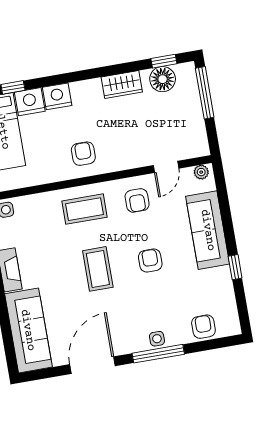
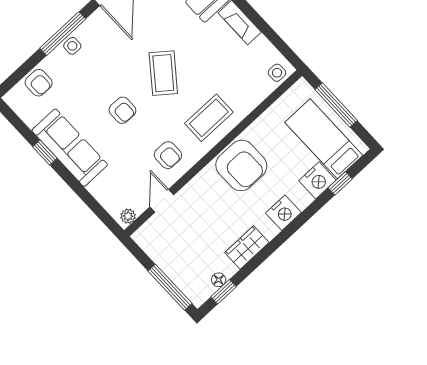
floor lamp: (163, 79) -> (219, 280), width x0.53, depth x0.53
nightstand: (57, 96) -> (283, 213), moved
armchair: (83, 154) -> (241, 165), width x1.88, depth x1.88
armchair: (137, 200) -> (168, 155), turned 180
sofa: (208, 230) -> (70, 148), moved
coffee table: (98, 269) -> (163, 73), turned 38

